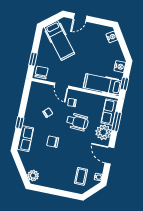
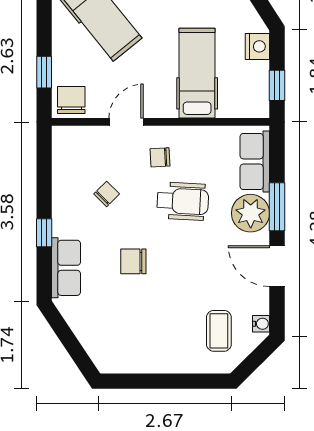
hospital bed: (103, 84) -> (197, 73), moved, turned 90
door: (61, 86) -> (126, 122), swing flipped
window: (116, 122) -> (277, 207), moved
plant: (33, 176) -> (103, 353), removed

